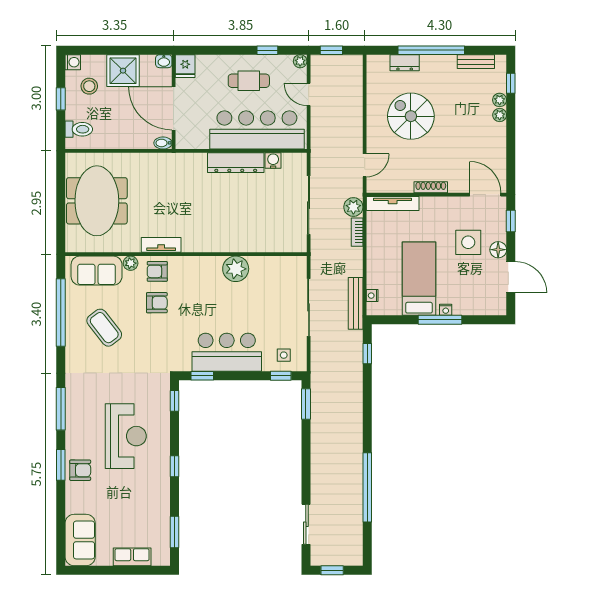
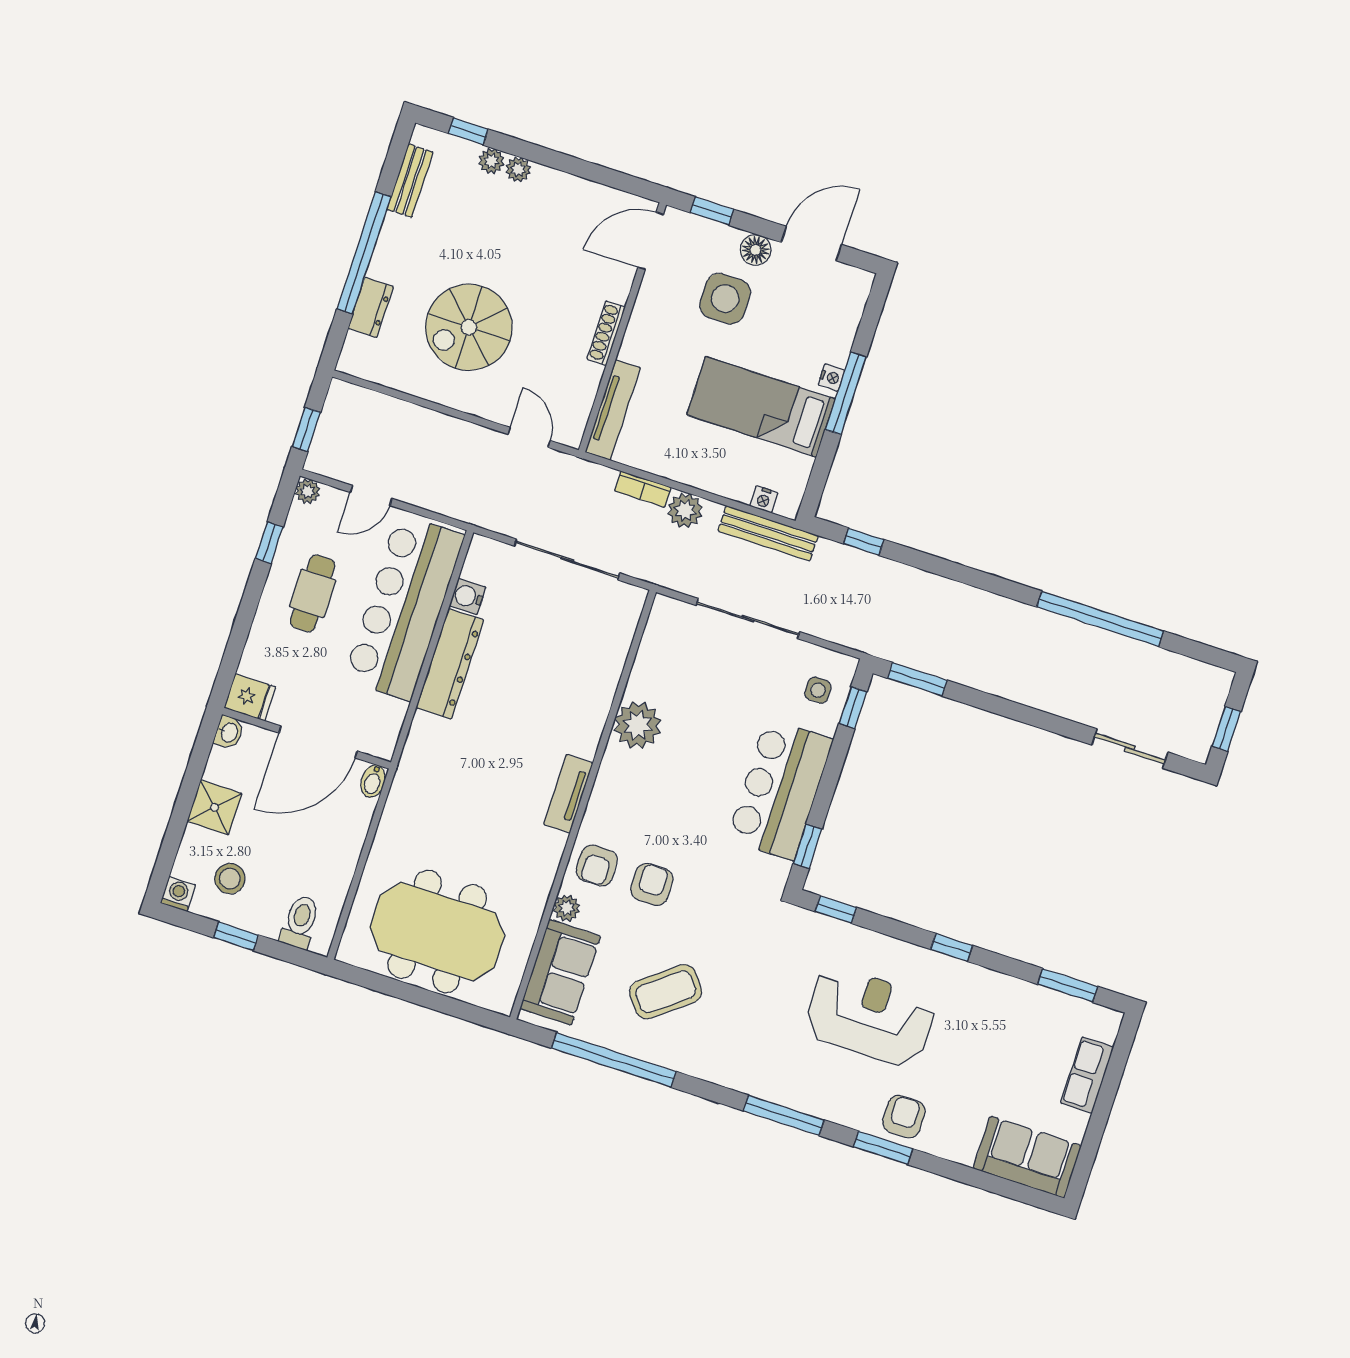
shower: (123, 71) -> (214, 807), width x0.73, depth x0.73
plant: (353, 207) -> (685, 510), moved
tv unit: (161, 245) -> (568, 794), moved

